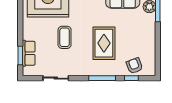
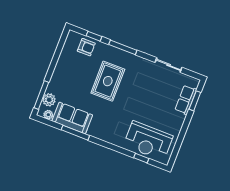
coffee table: (65, 37) -> (144, 102), removed
armchair: (134, 66) -> (86, 47), turned -69

